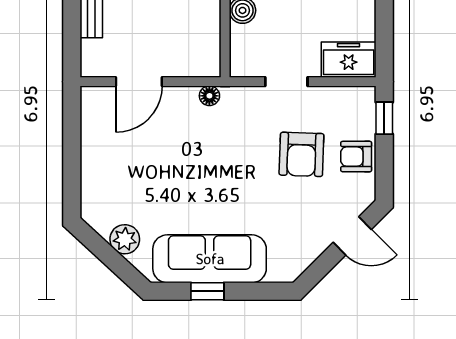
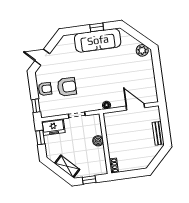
window: (384, 38) -> (40, 137), added
door: (139, 82) -> (135, 107), hinge flipped
armchair: (301, 154) -> (67, 87), turned 88
plant: (125, 239) -> (142, 50), moved

